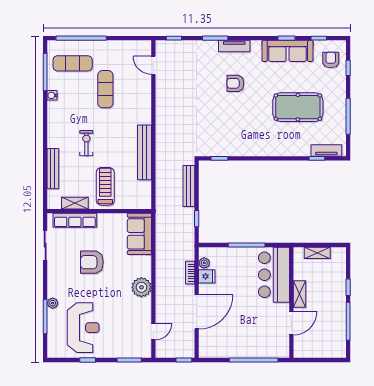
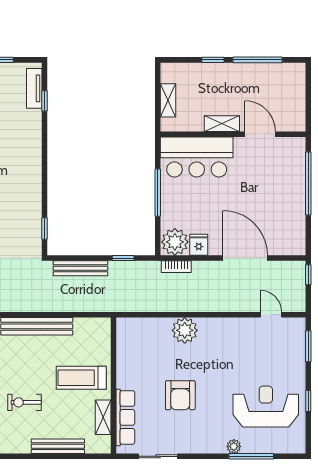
sofa: (139, 234) -> (143, 333), removed
plant: (204, 263) -> (175, 242), width x1.88, depth x1.88
bookcase: (190, 273) -> (176, 267), moved
plant: (141, 287) -> (185, 330), moved

